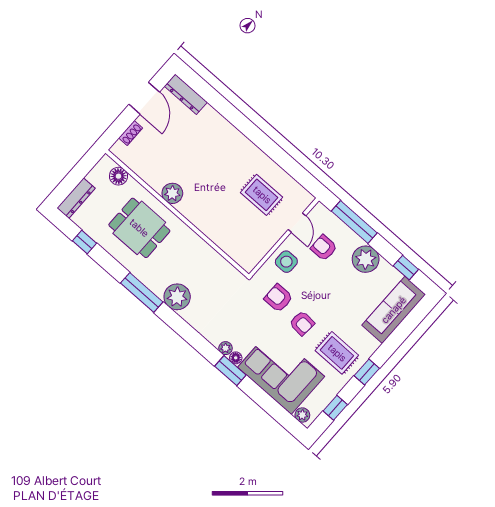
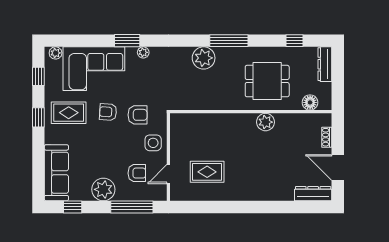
door: (297, 223) -> (168, 174), hinge flipped
floor lamp: (236, 358) -> (131, 52), removed

